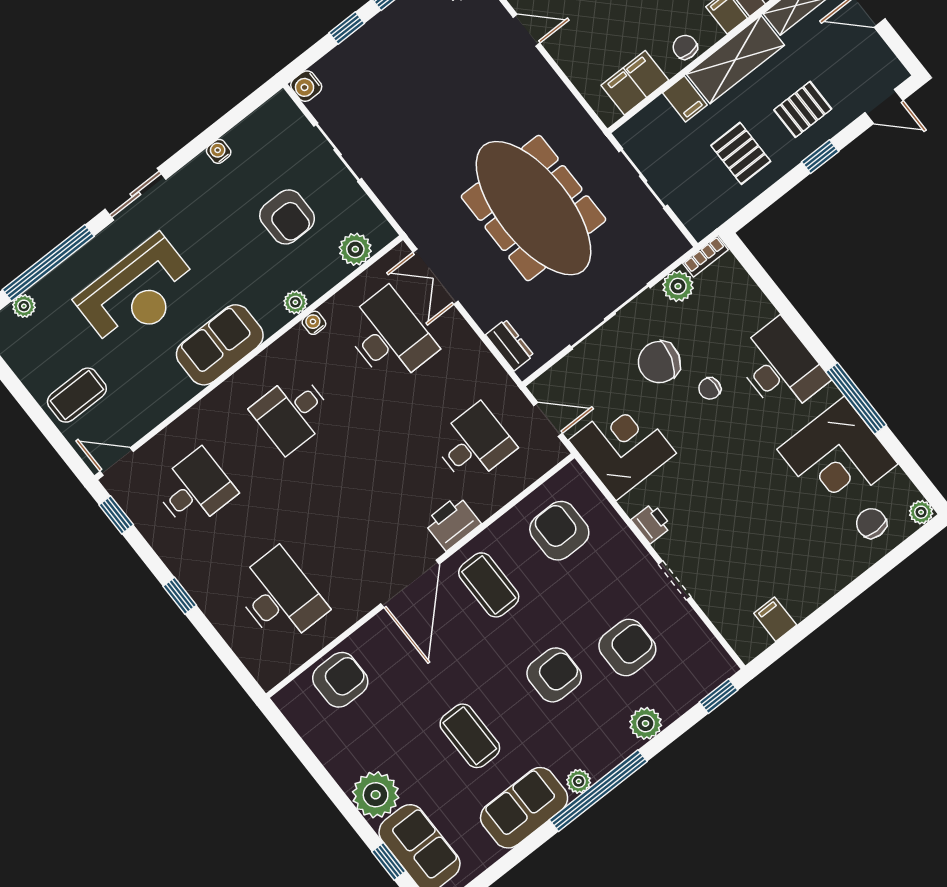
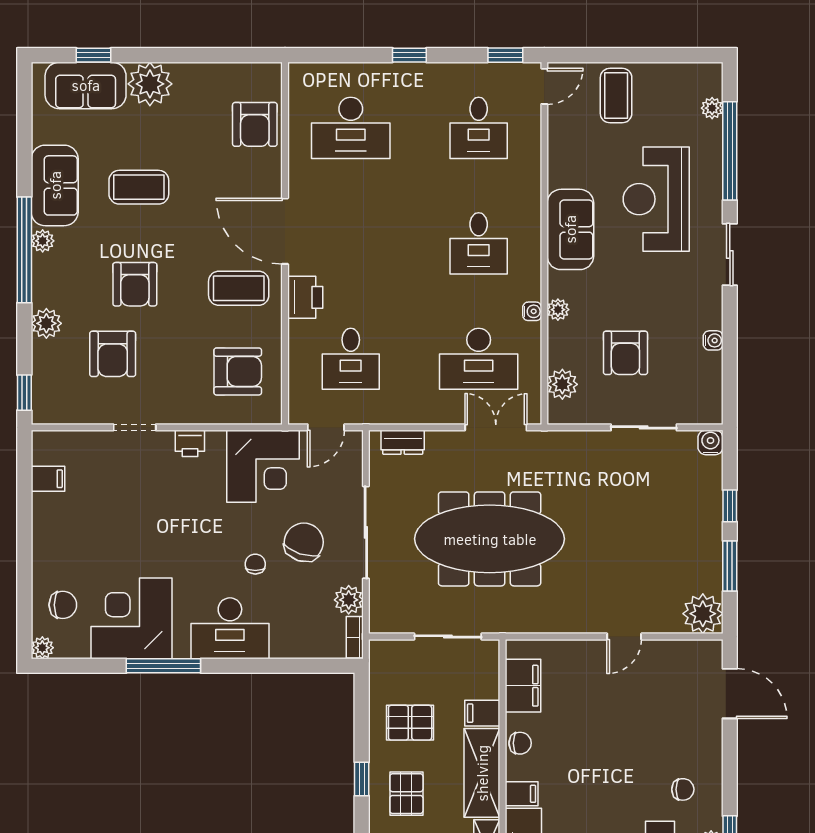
armchair: (287, 217) -> (625, 353), turned -90
desk: (292, 413) -> (479, 243), turned 180

